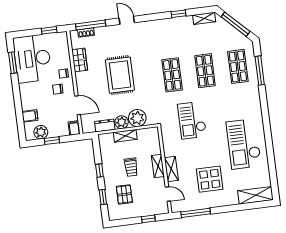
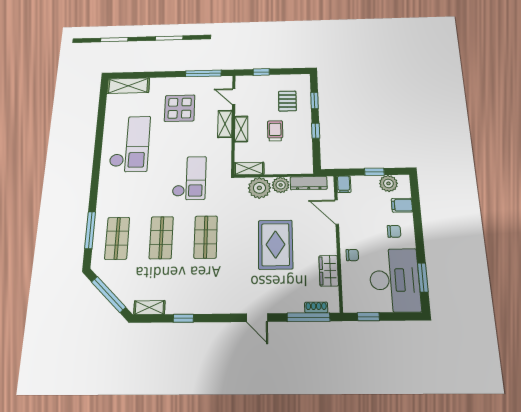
chair: (58, 89) -> (394, 231), moved
dresser: (105, 125) -> (309, 183), width x1.44
shelving: (125, 136) -> (249, 169), moved

